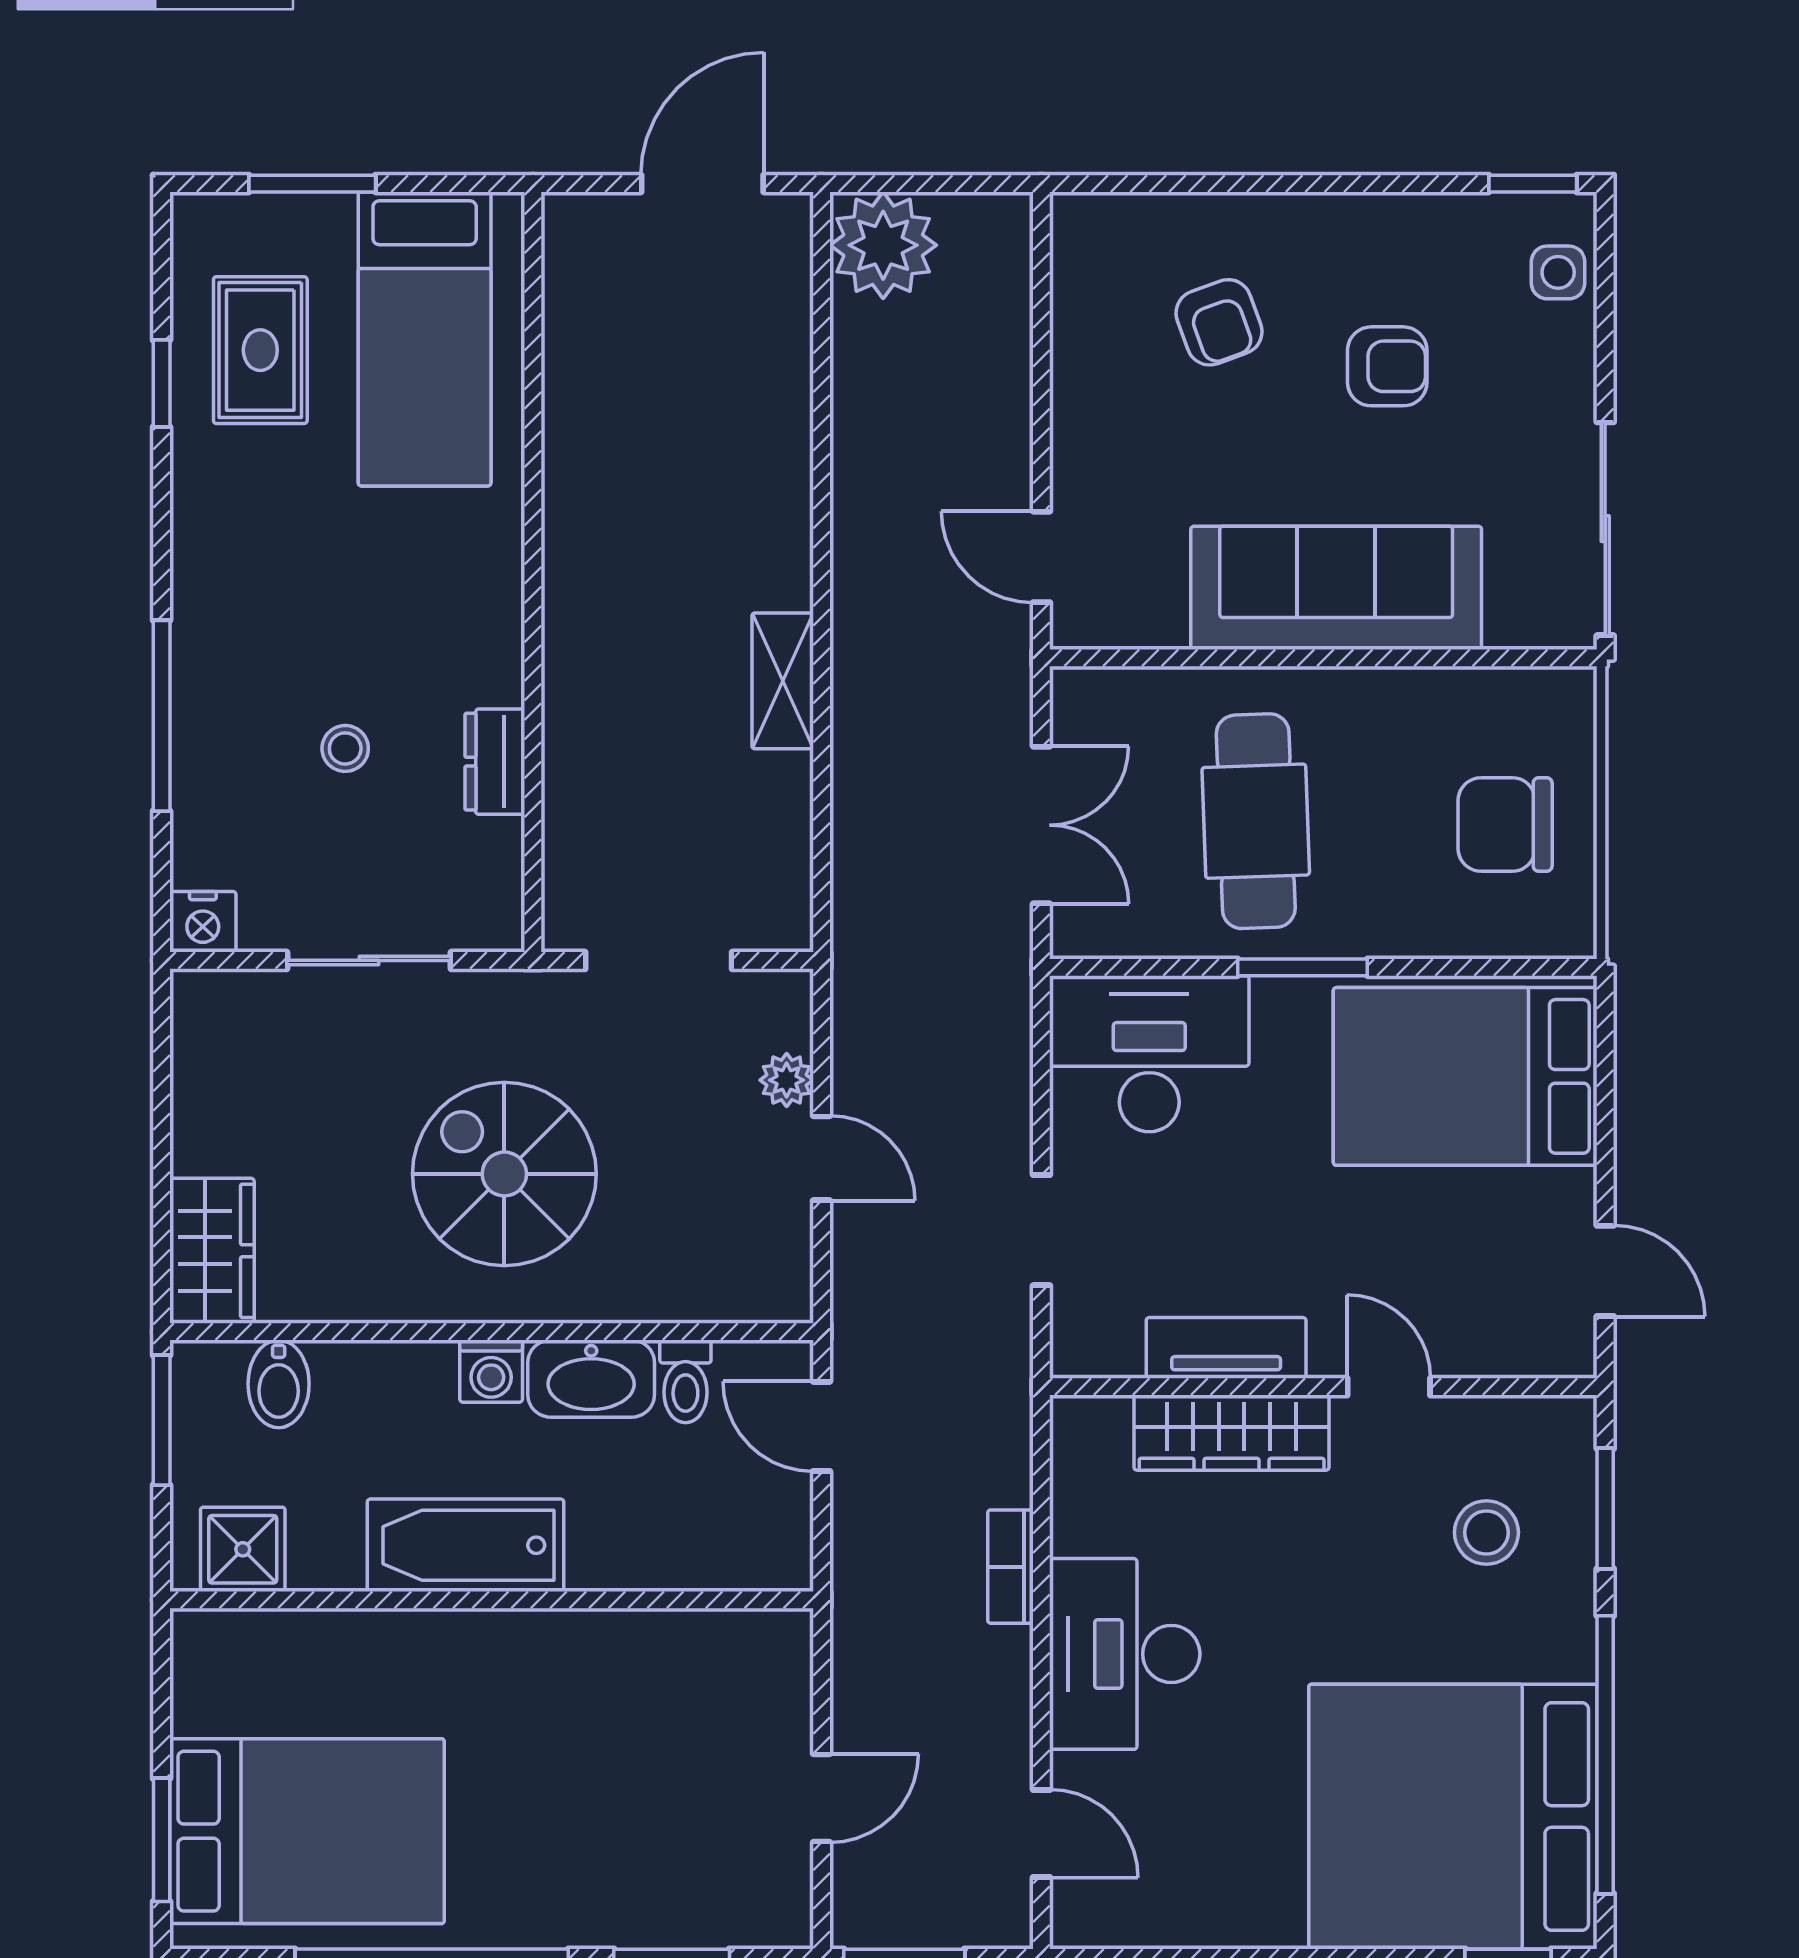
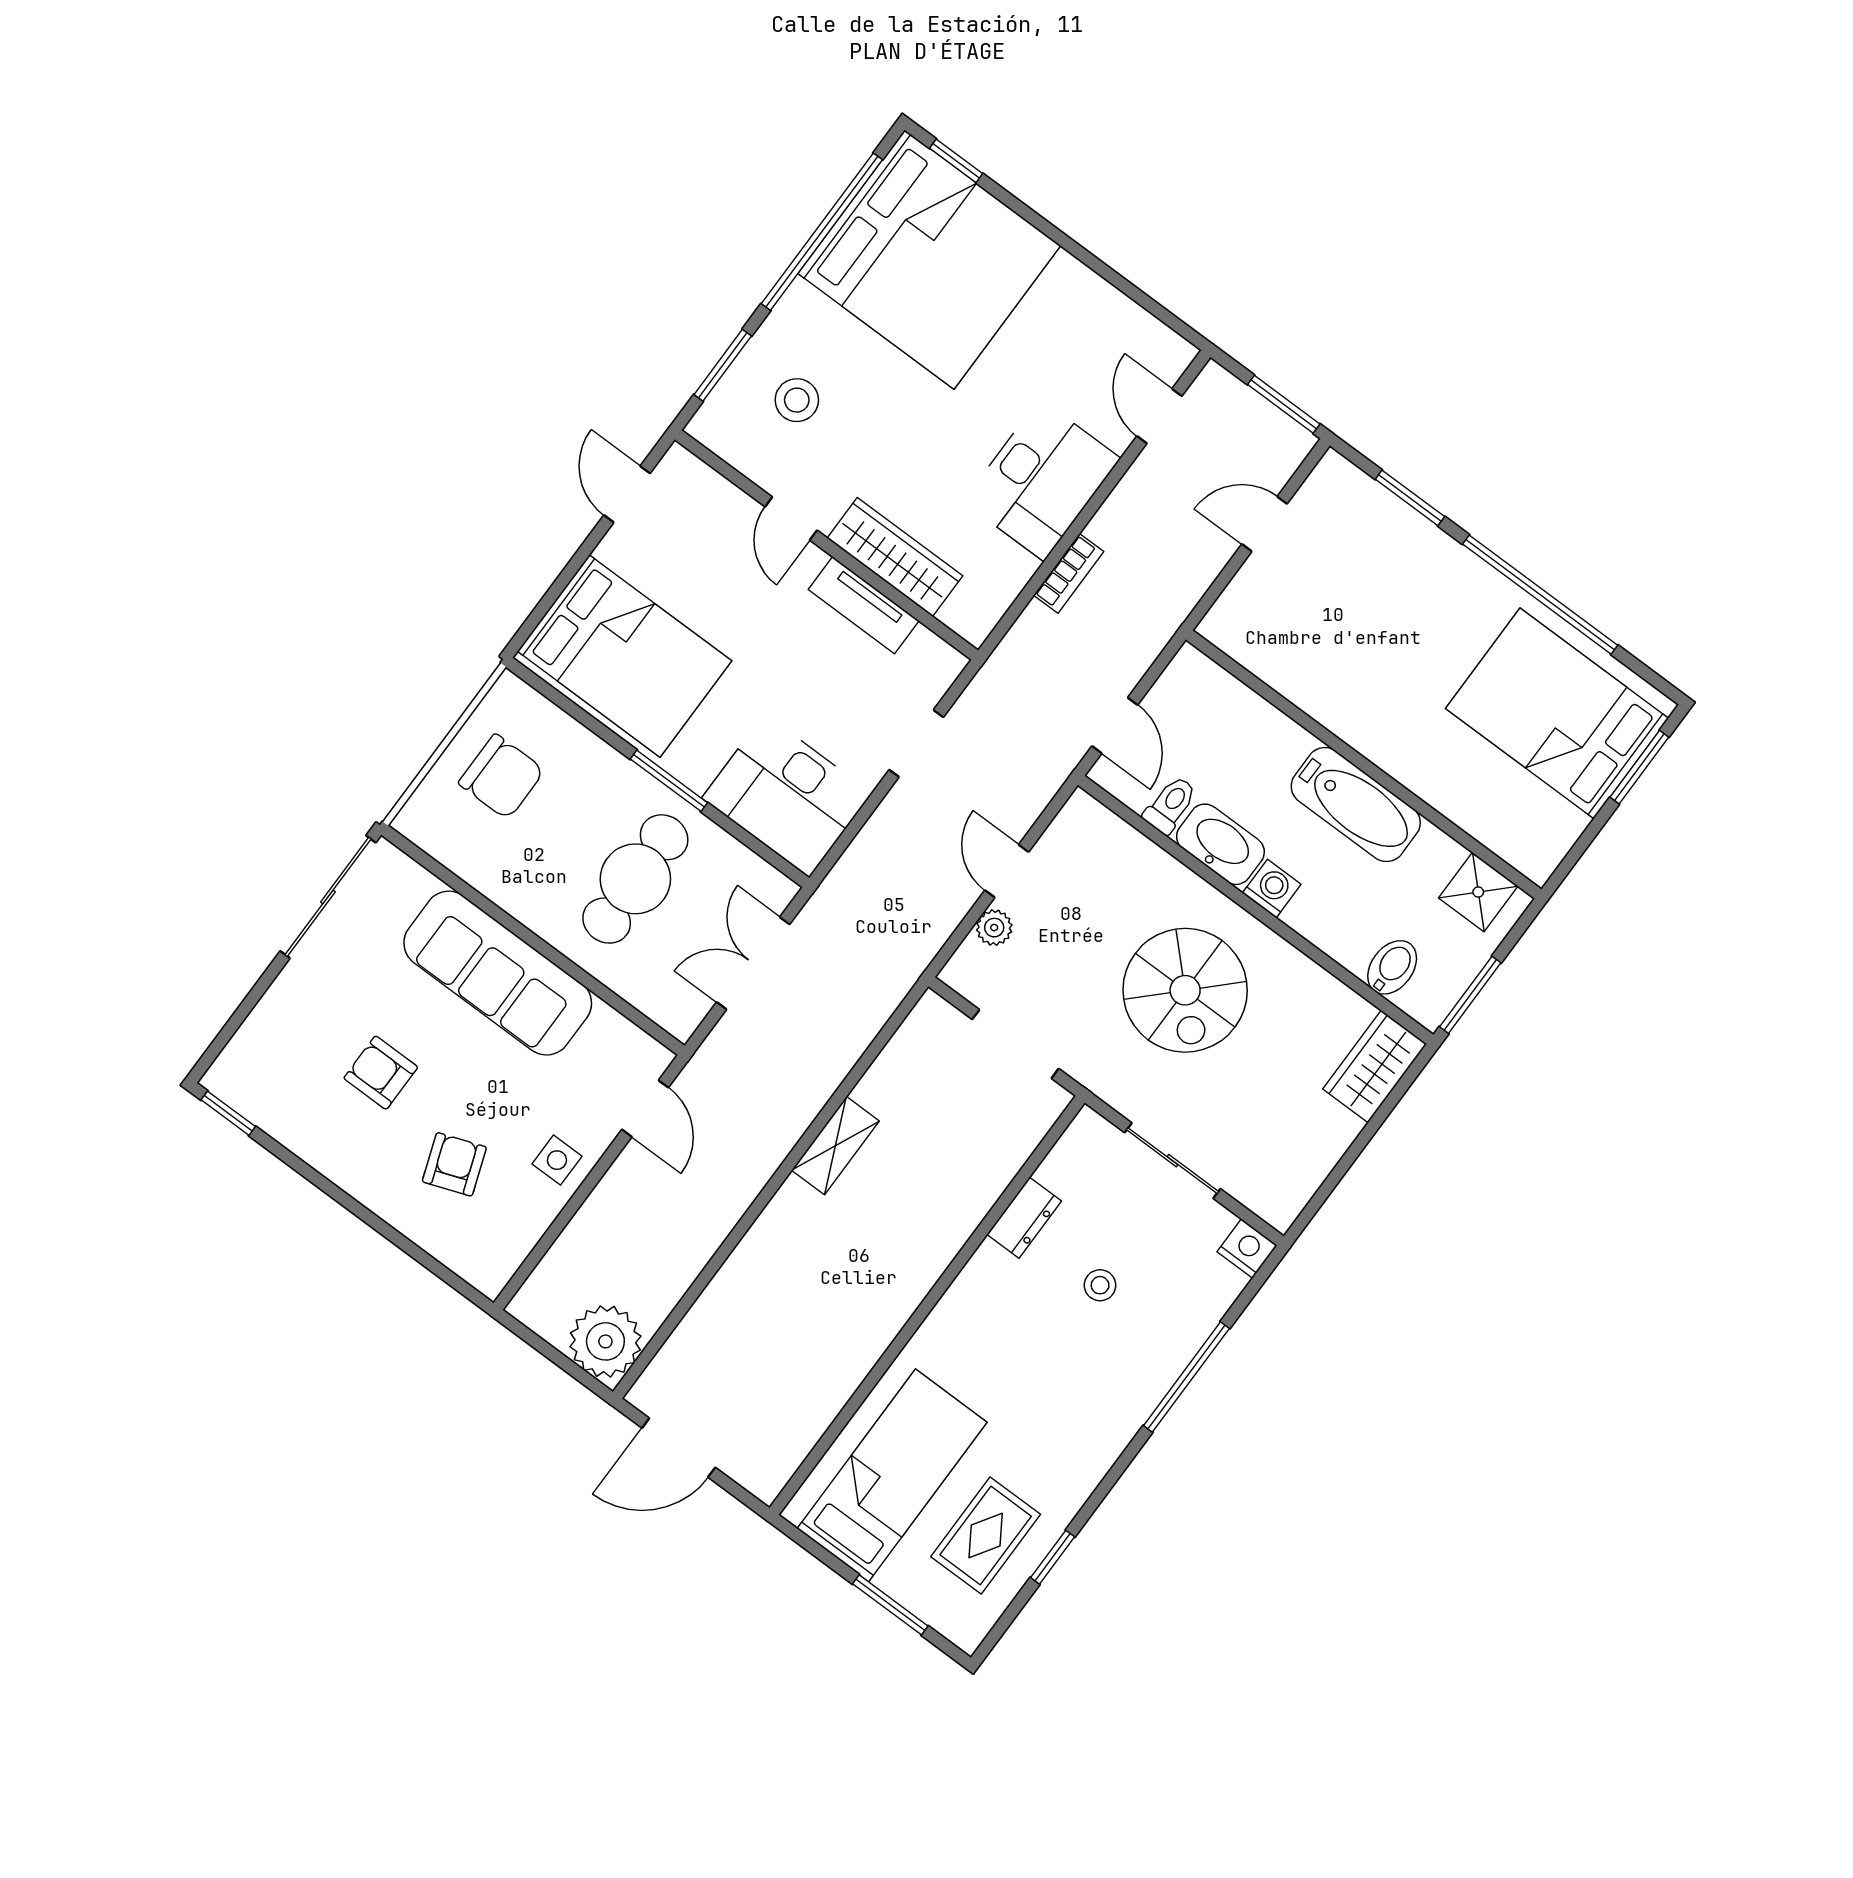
side table: (1558, 272) -> (557, 1160), moved

